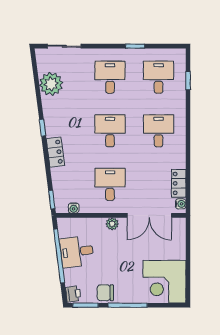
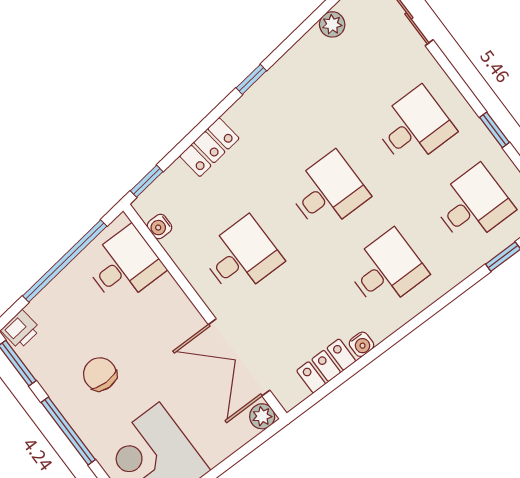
plant: (51, 84) -> (332, 24), width x0.53, depth x0.53
locker: (55, 152) -> (209, 147), moved
water cooler: (181, 204) -> (362, 344), moved
plant: (112, 224) -> (262, 416), moved
desk: (77, 252) -> (124, 265), moved, turned 97
chair: (105, 293) -> (100, 374), moved

